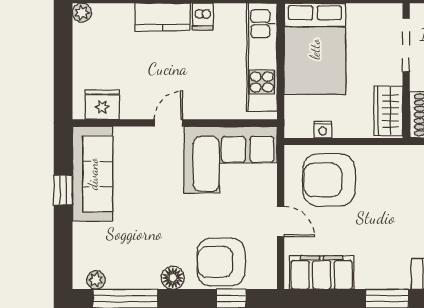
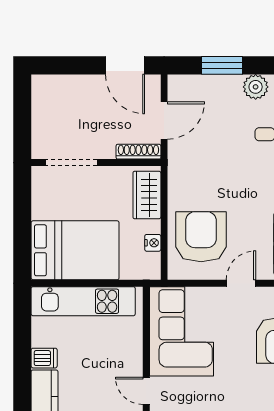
wardrobe: (388, 111) -> (147, 195), moved, turned 90
armchair: (329, 180) -> (201, 237), turned 180

